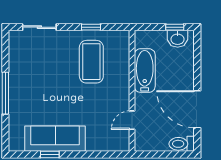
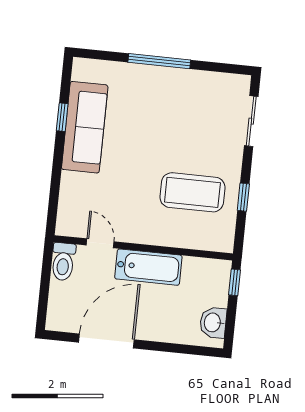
window: (175, 27) -> (235, 282), moved
bathtub: (145, 71) -> (148, 267), moved
toilet: (182, 144) -> (63, 262), moved, turned 180

